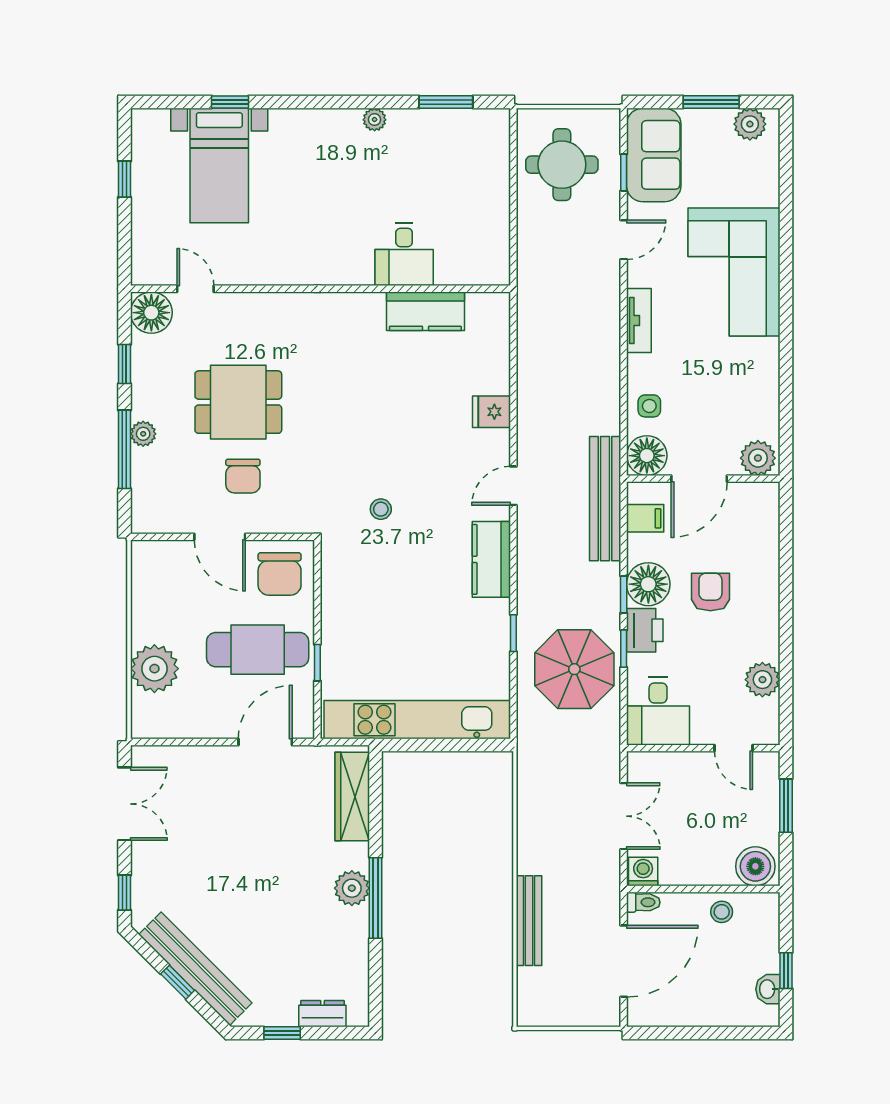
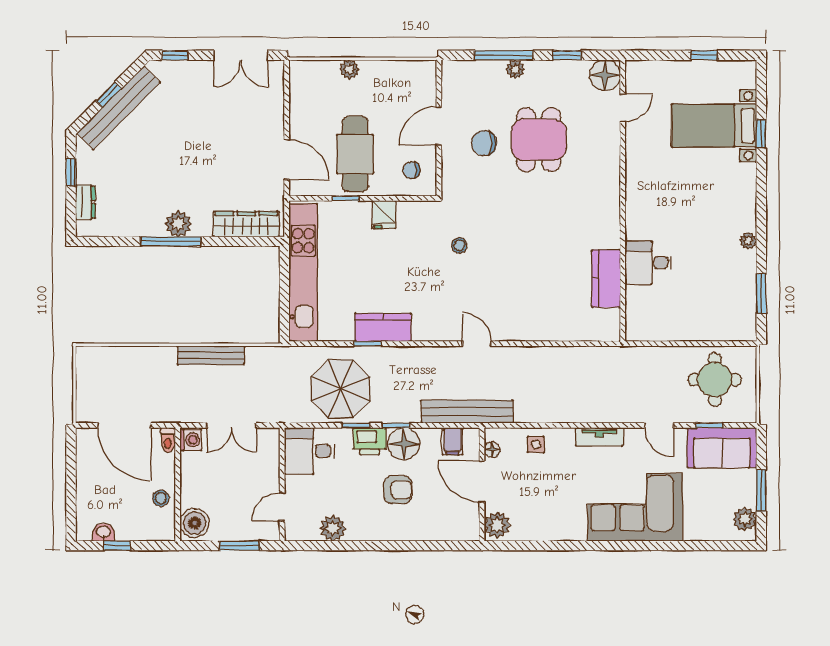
fridge: (491, 412) -> (384, 215), moved, turned 180
floor lamp: (647, 456) -> (492, 450), width x0.53, depth x0.53
kitchen counter: (491, 559) -> (383, 327), moved
chair: (280, 574) -> (411, 170), width x0.54, depth x0.54
plant: (154, 669) -> (349, 69), width x0.53, depth x0.53
bench: (529, 921) -> (211, 355), moved

